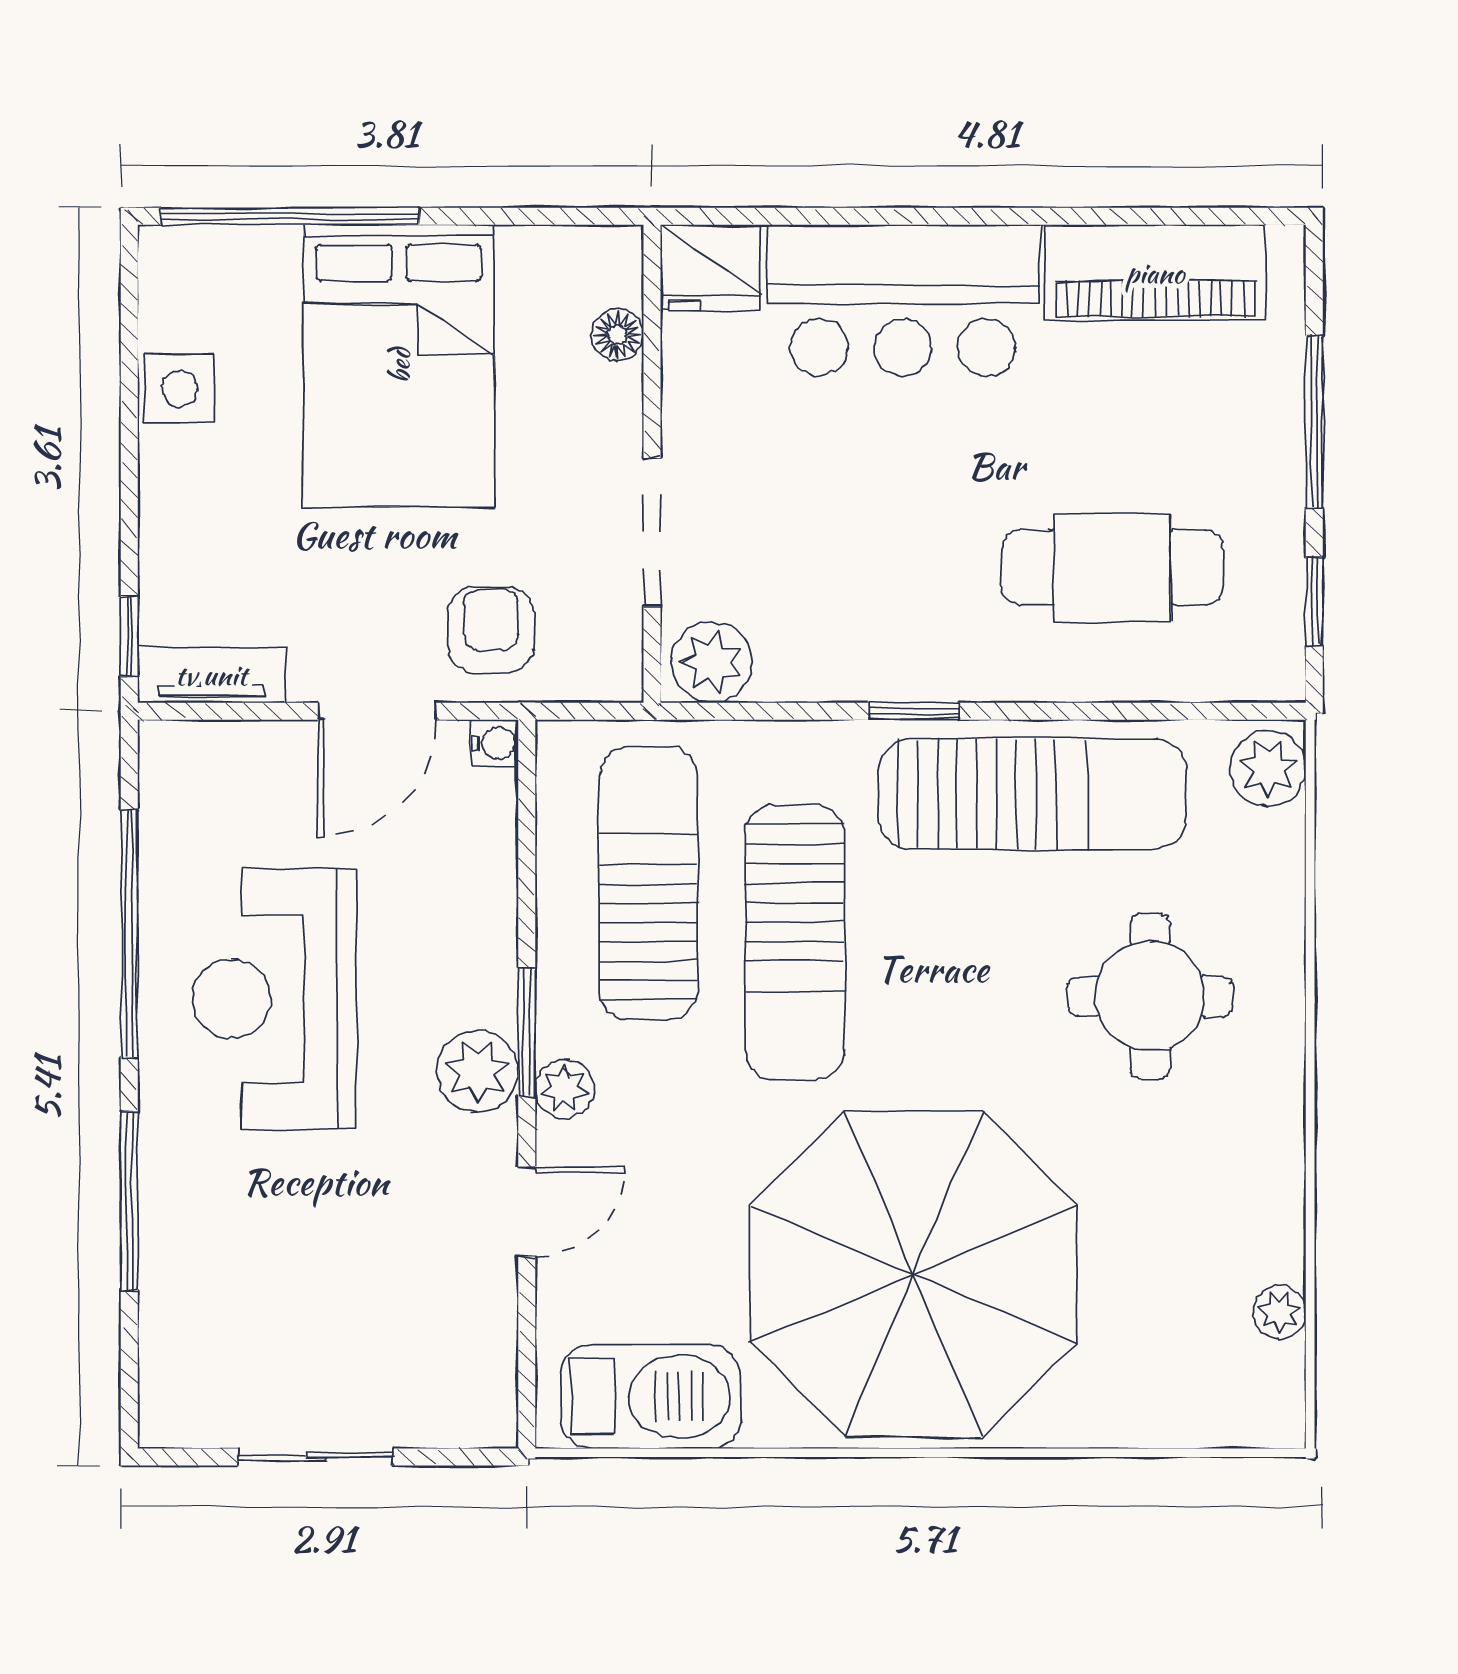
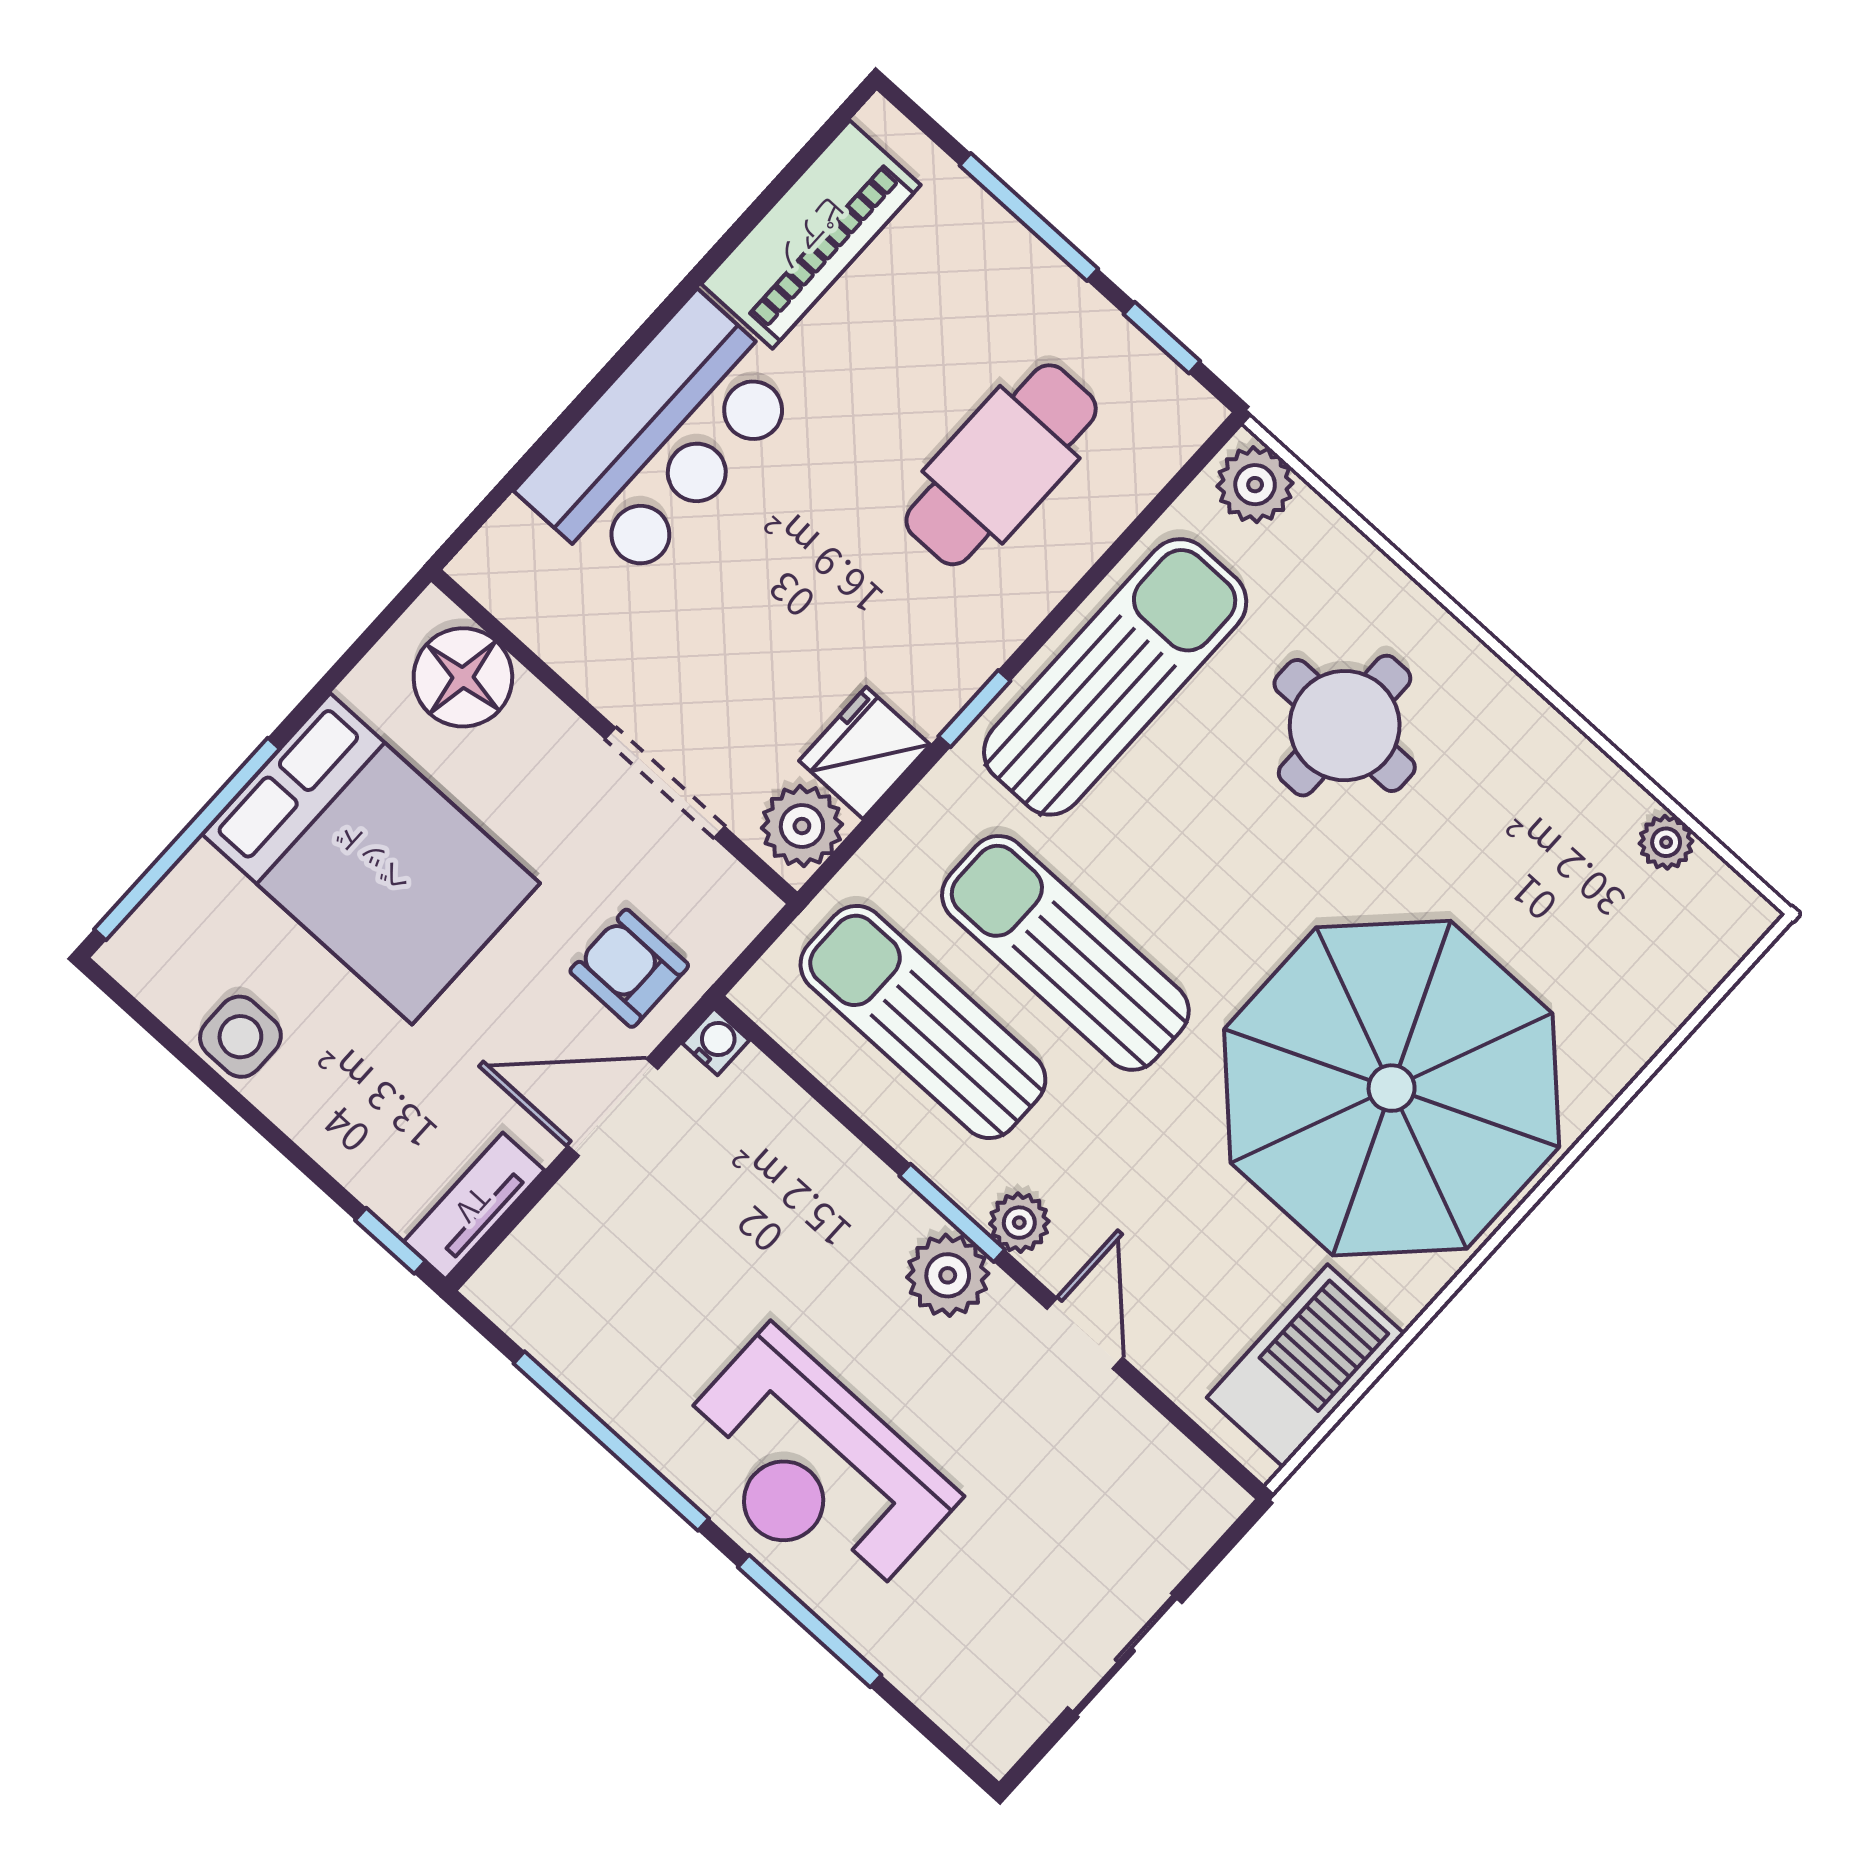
fridge: (711, 268) -> (865, 753), moved, turned 180
floor lamp: (618, 335) -> (463, 677), width x1.89, depth x1.89
door: (377, 711) -> (613, 1107), swing flipped
sun lounger: (795, 942) -> (1065, 953), turned 180
reception desk: (274, 999) -> (812, 1469), moved

